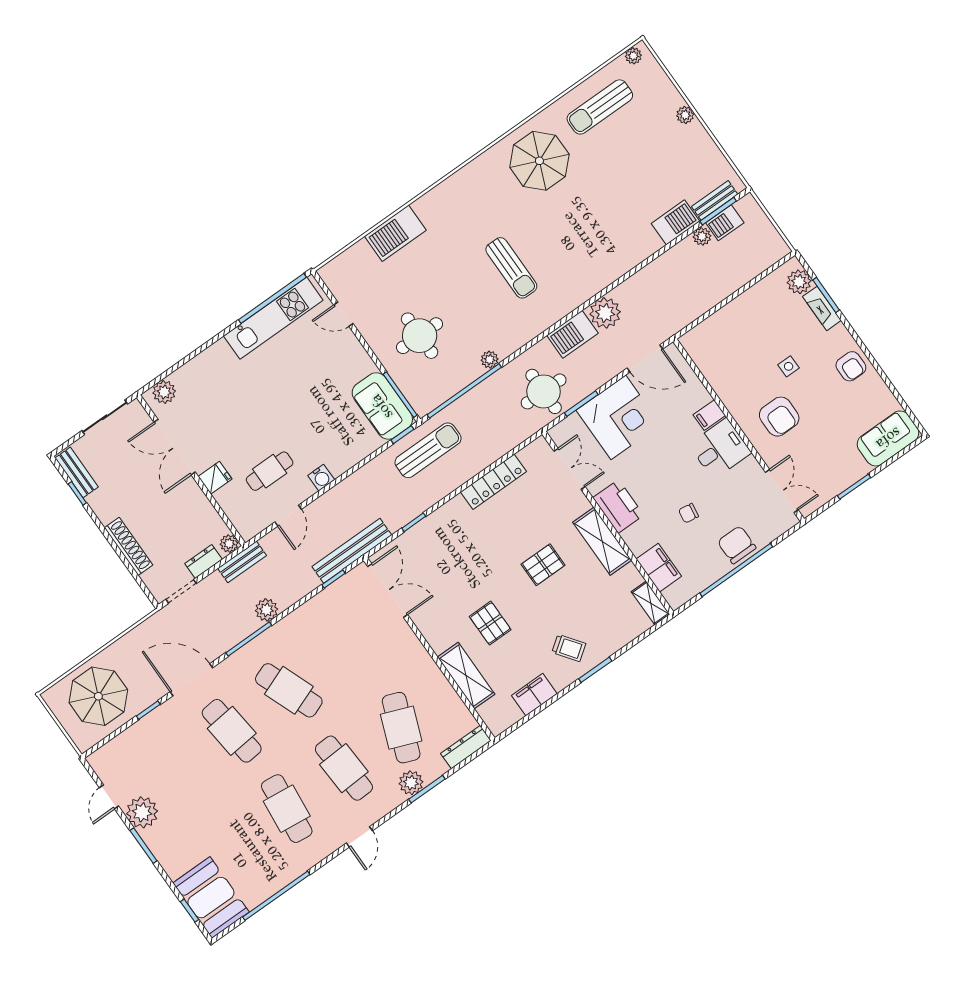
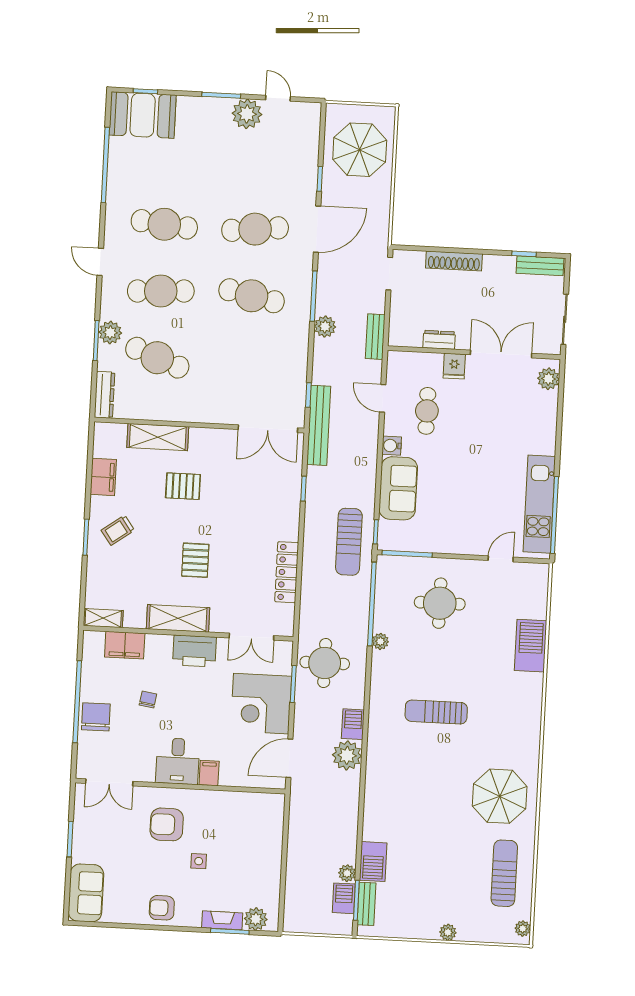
barbecue: (572, 334) -> (353, 724), width x0.73, depth x0.79
sofa: (382, 406) -> (398, 488), moved, turned 90
plant: (229, 544) -> (397, 338), removed
chair: (737, 545) -> (96, 717), turned -90
dresser: (204, 561) -> (439, 340), moved, turned -90
cafe table: (289, 690) -> (252, 296), turned 33

